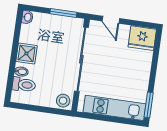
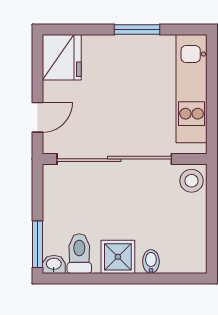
window: (63, 13) -> (38, 244), moved
toilet: (24, 85) -> (79, 254), moved
window: (149, 105) -> (137, 30), moved

